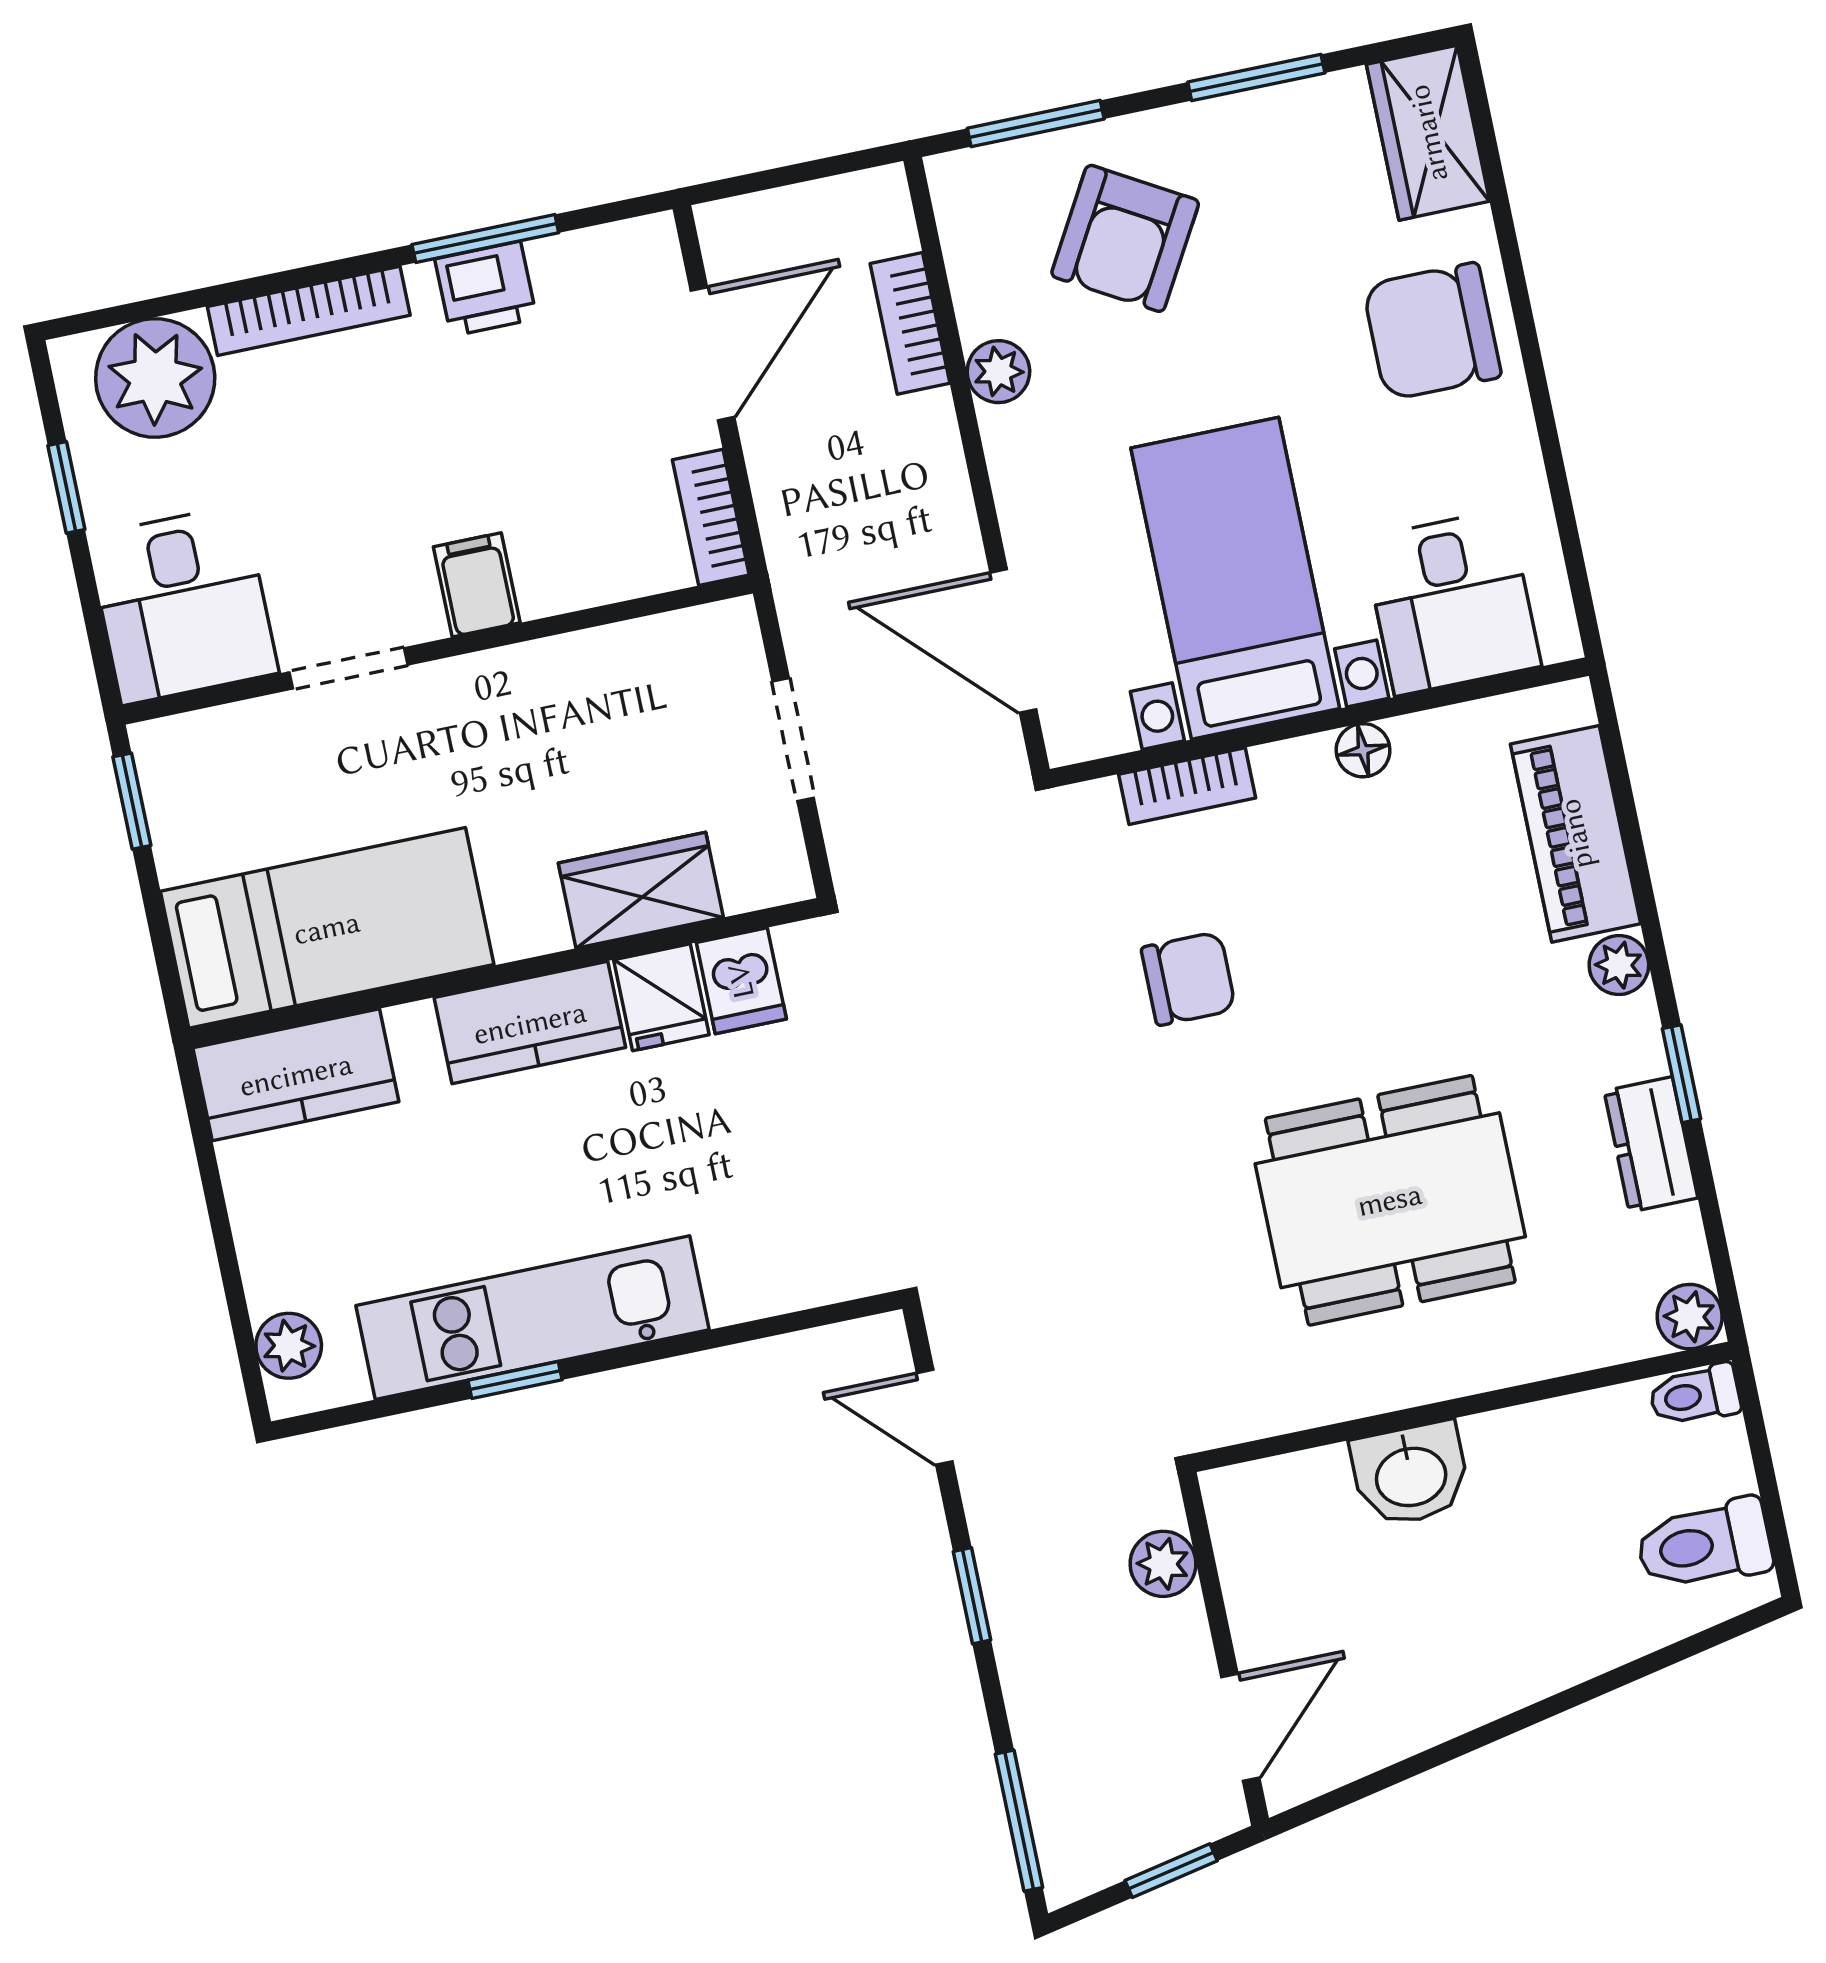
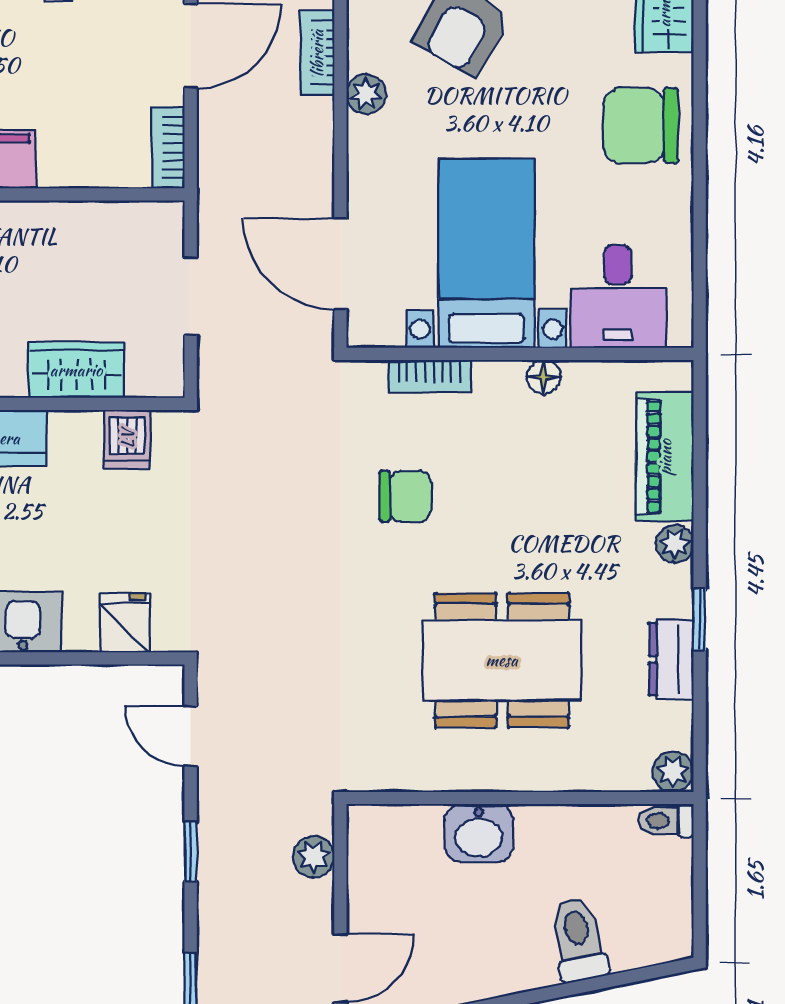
fridge: (661, 997) -> (125, 623), moved, turned 180
toilet: (1704, 1545) -> (578, 939), moved, turned 78

